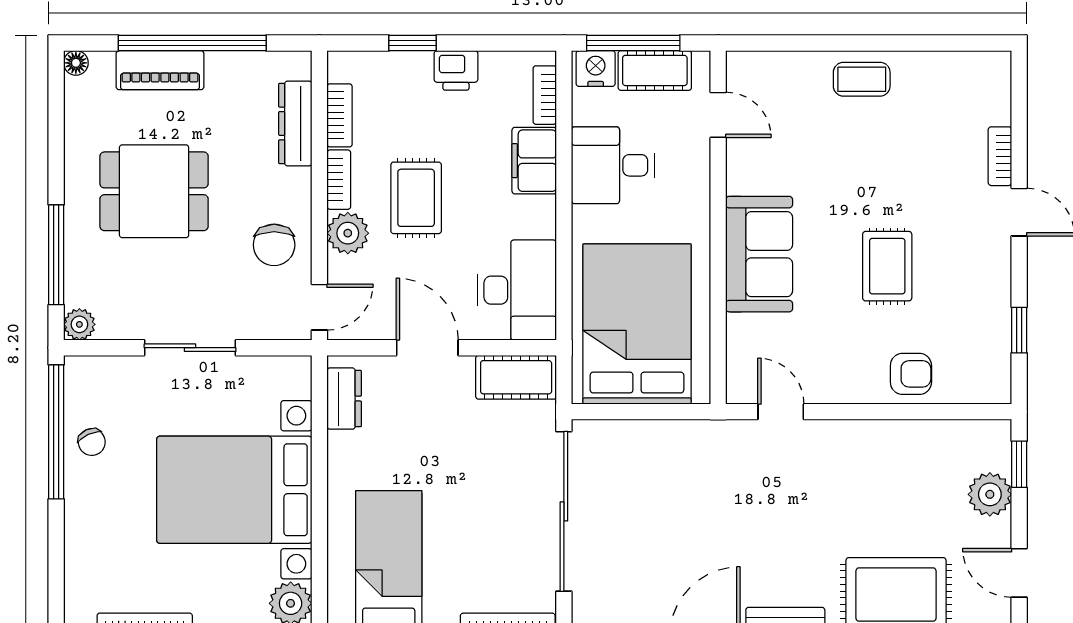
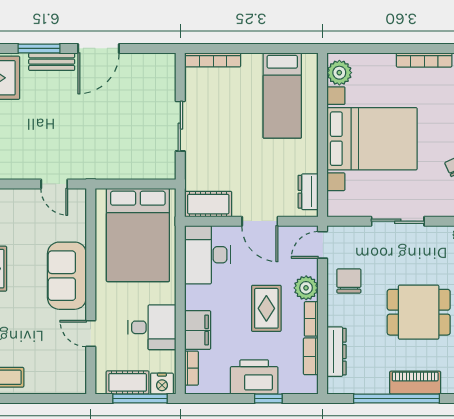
printer: (456, 70) -> (254, 377), width x1.87, depth x1.48
door: (718, 115) -> (91, 333), moved
sliding door: (564, 511) -> (180, 126), width x0.54

